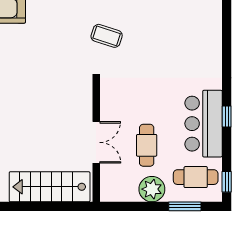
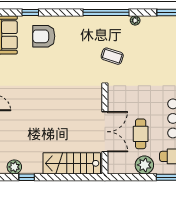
double door: (96, 142) -> (105, 132), width x1.37

